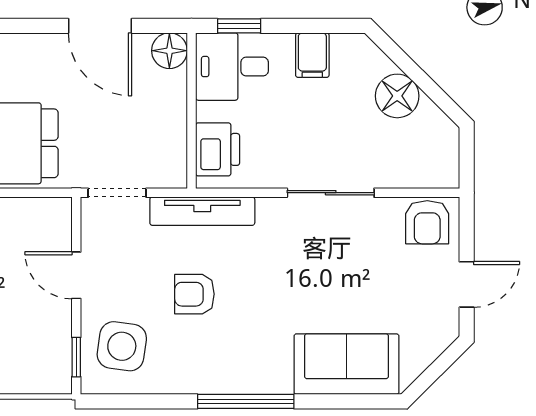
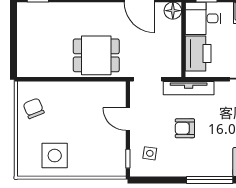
printer: (218, 149) -> (198, 54), width x1.37, depth x1.19
side table: (122, 346) -> (150, 153), width x0.54, depth x0.54

